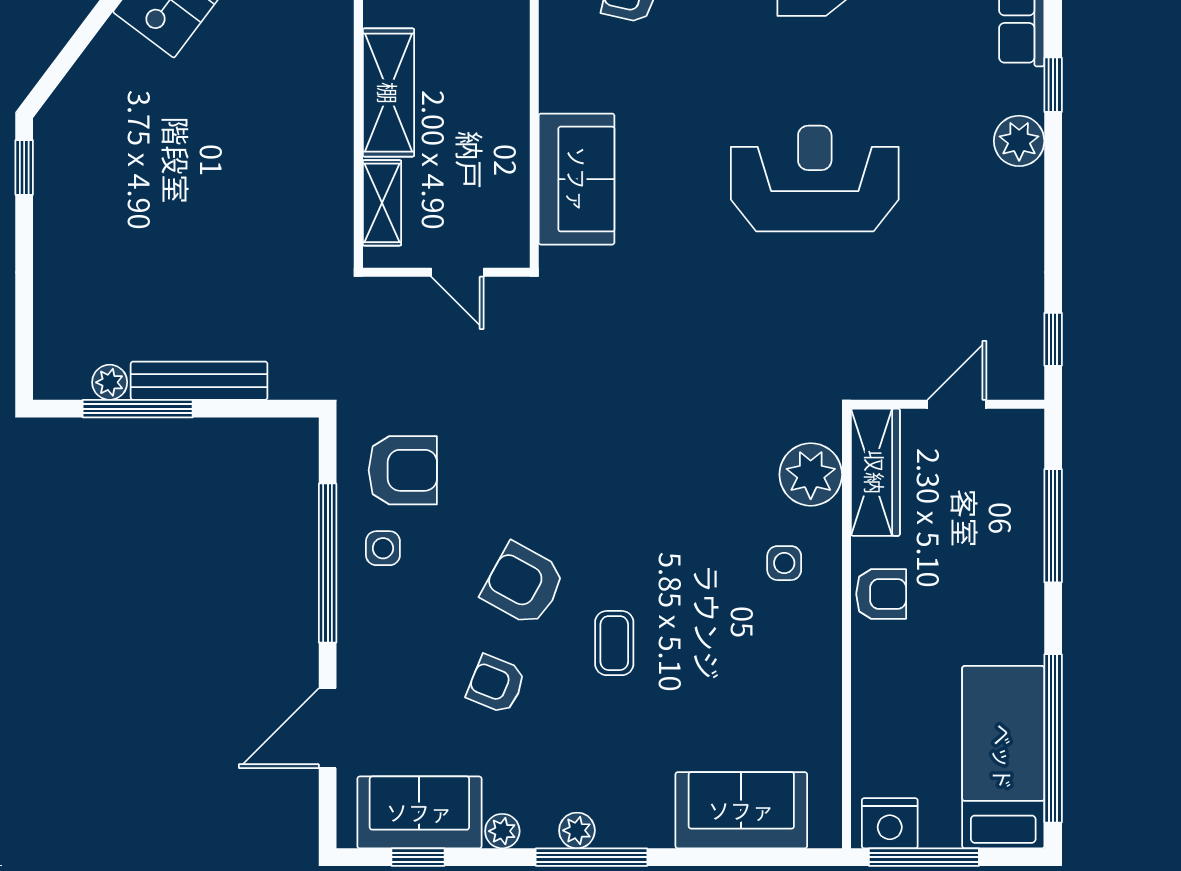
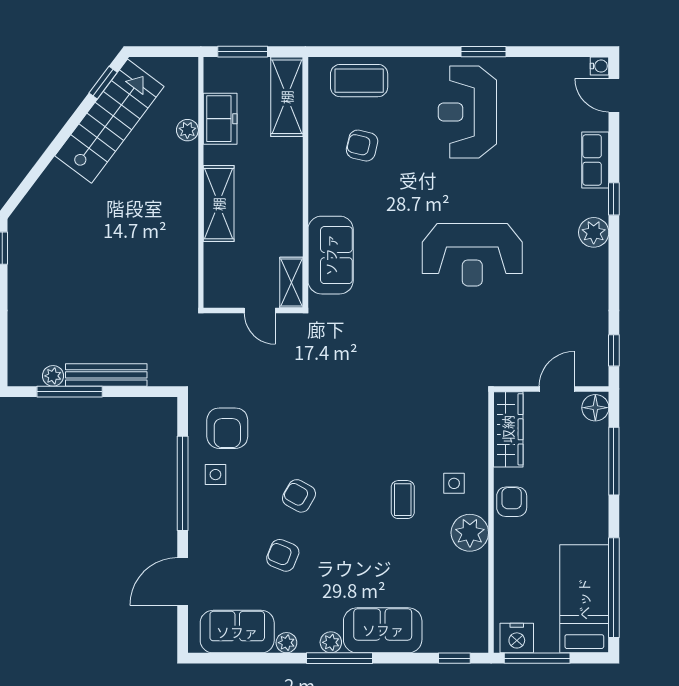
reception desk: (815, 179) -> (472, 255), turned 180
shelving: (382, 203) -> (291, 282), moved
floor lamp: (1022, 436) -> (595, 408), added
armchair: (403, 470) -> (227, 428), turned 90
plant: (811, 474) -> (470, 533), moved
armchair: (523, 584) -> (299, 496), width x0.72, depth x0.72
armchair: (881, 594) -> (512, 502), turned -90
coffee table: (614, 643) -> (403, 500), moved
sofa: (741, 810) -> (383, 630), moved
window: (418, 857) -> (454, 658), moved

